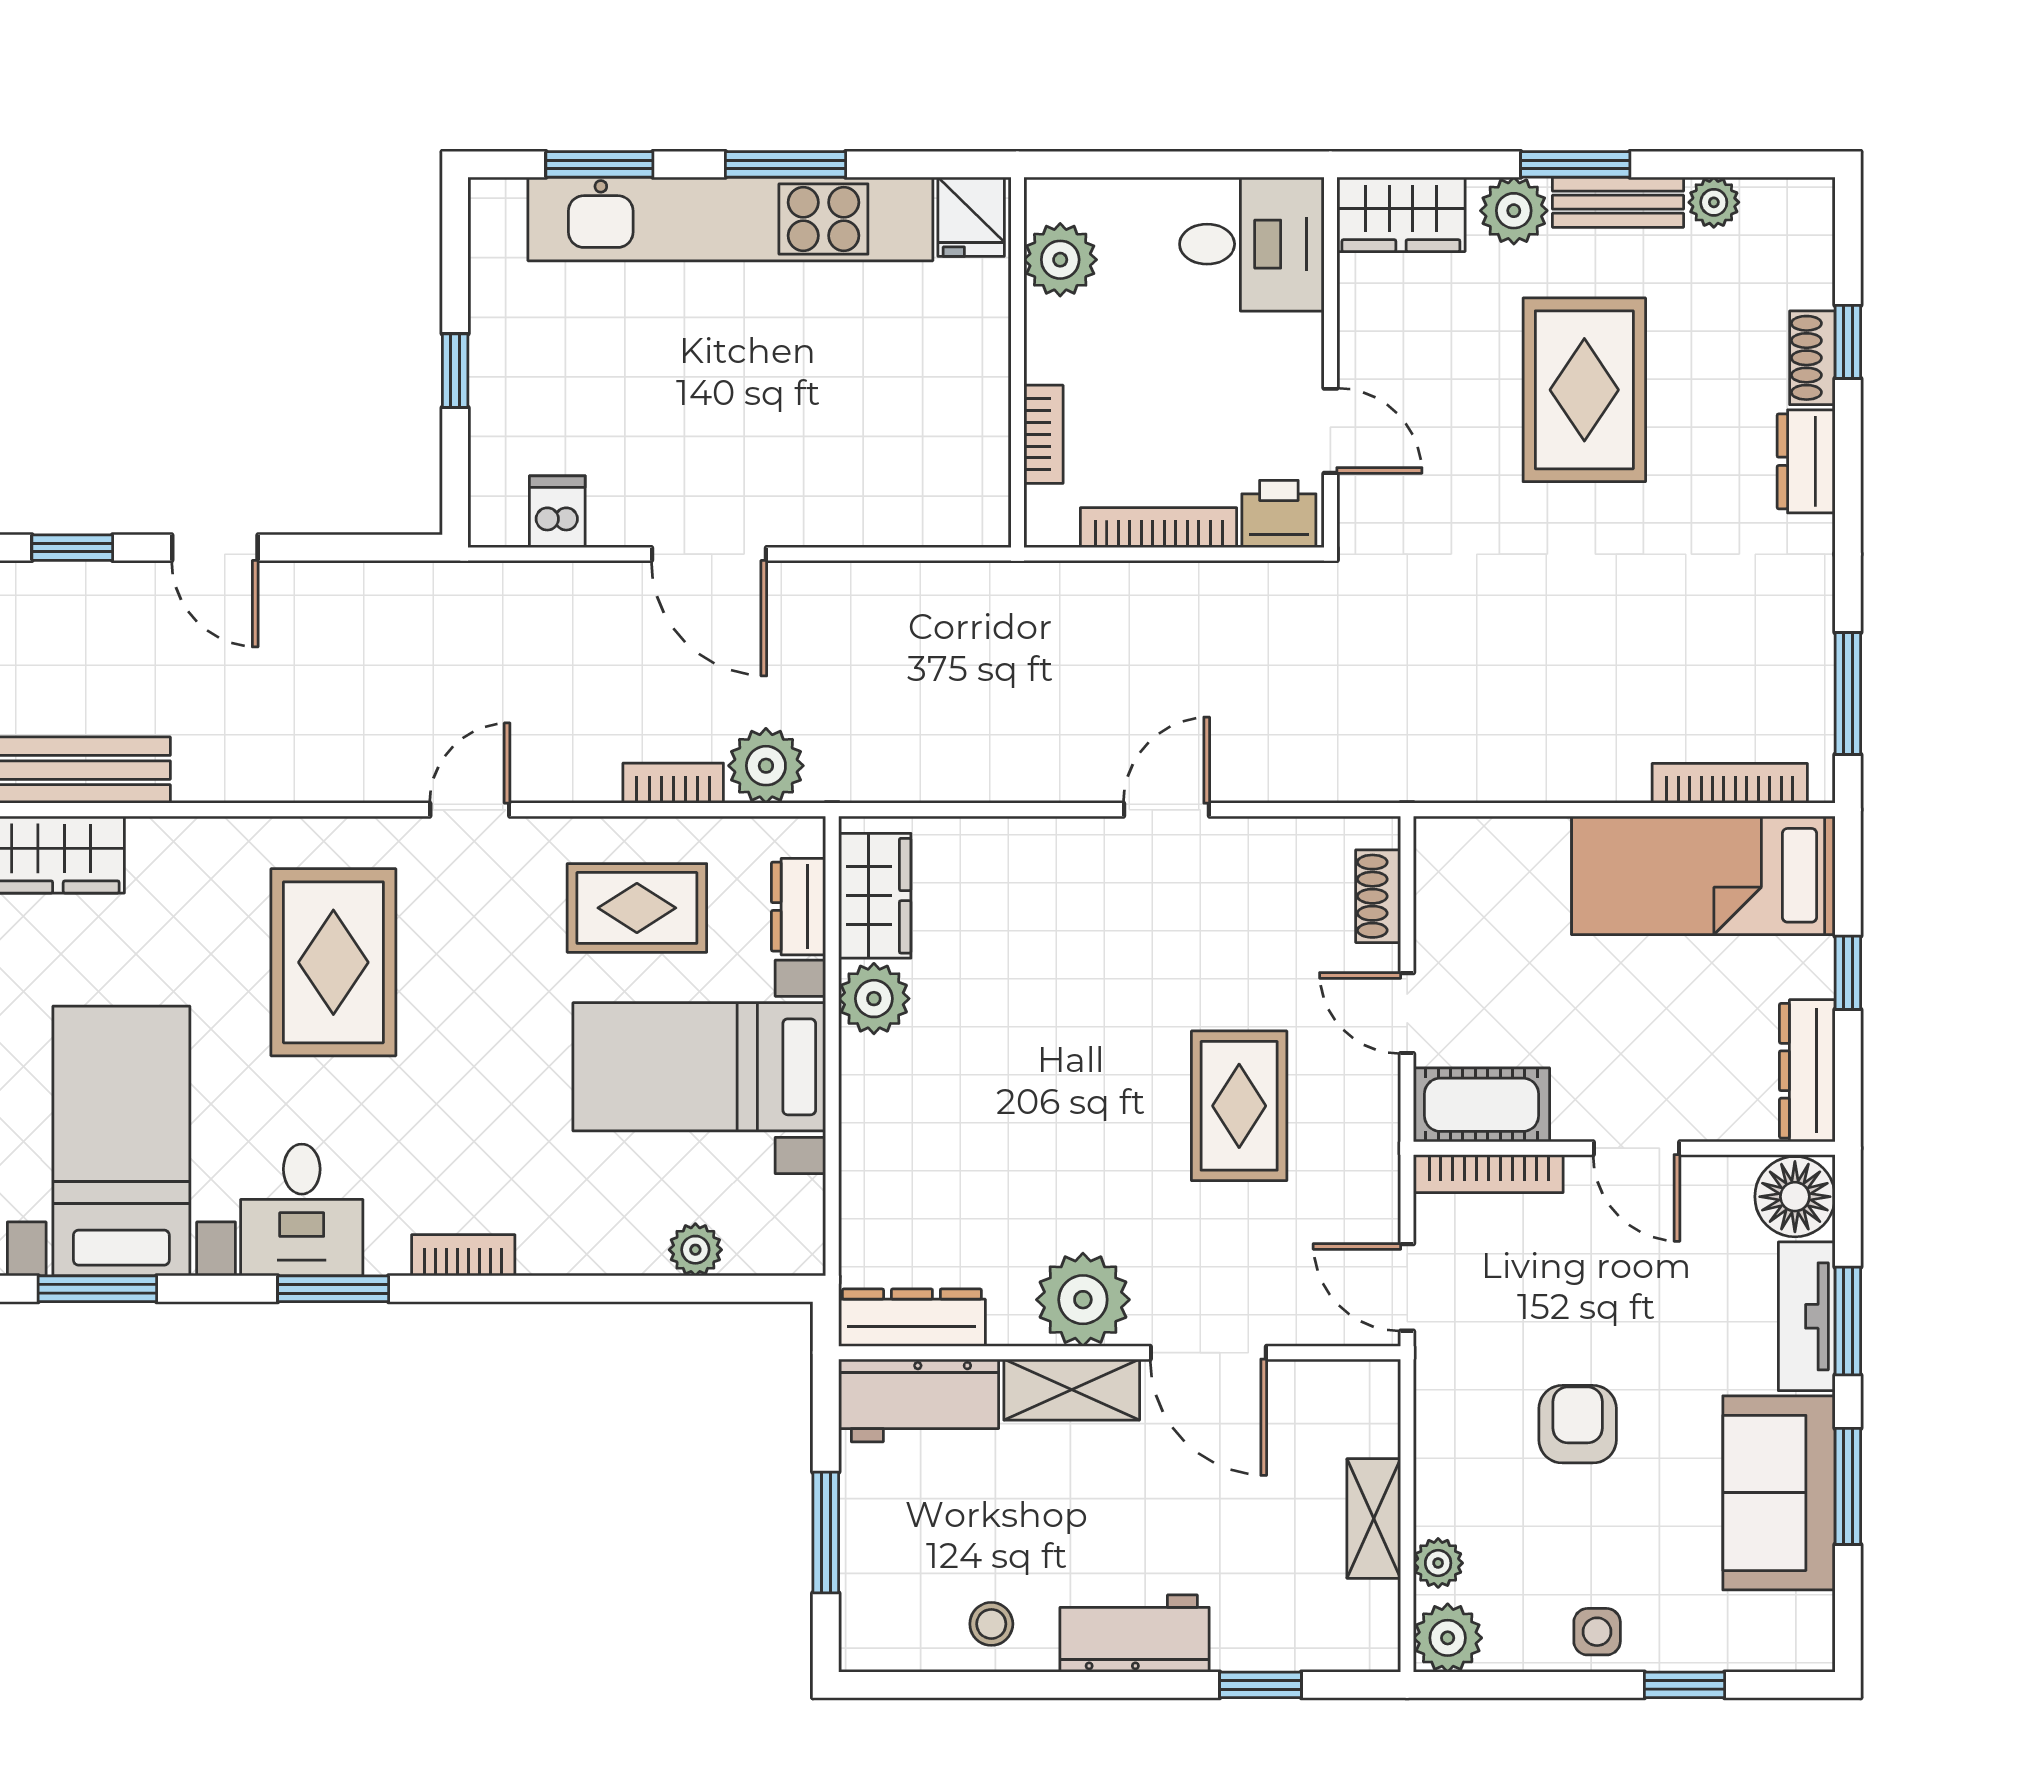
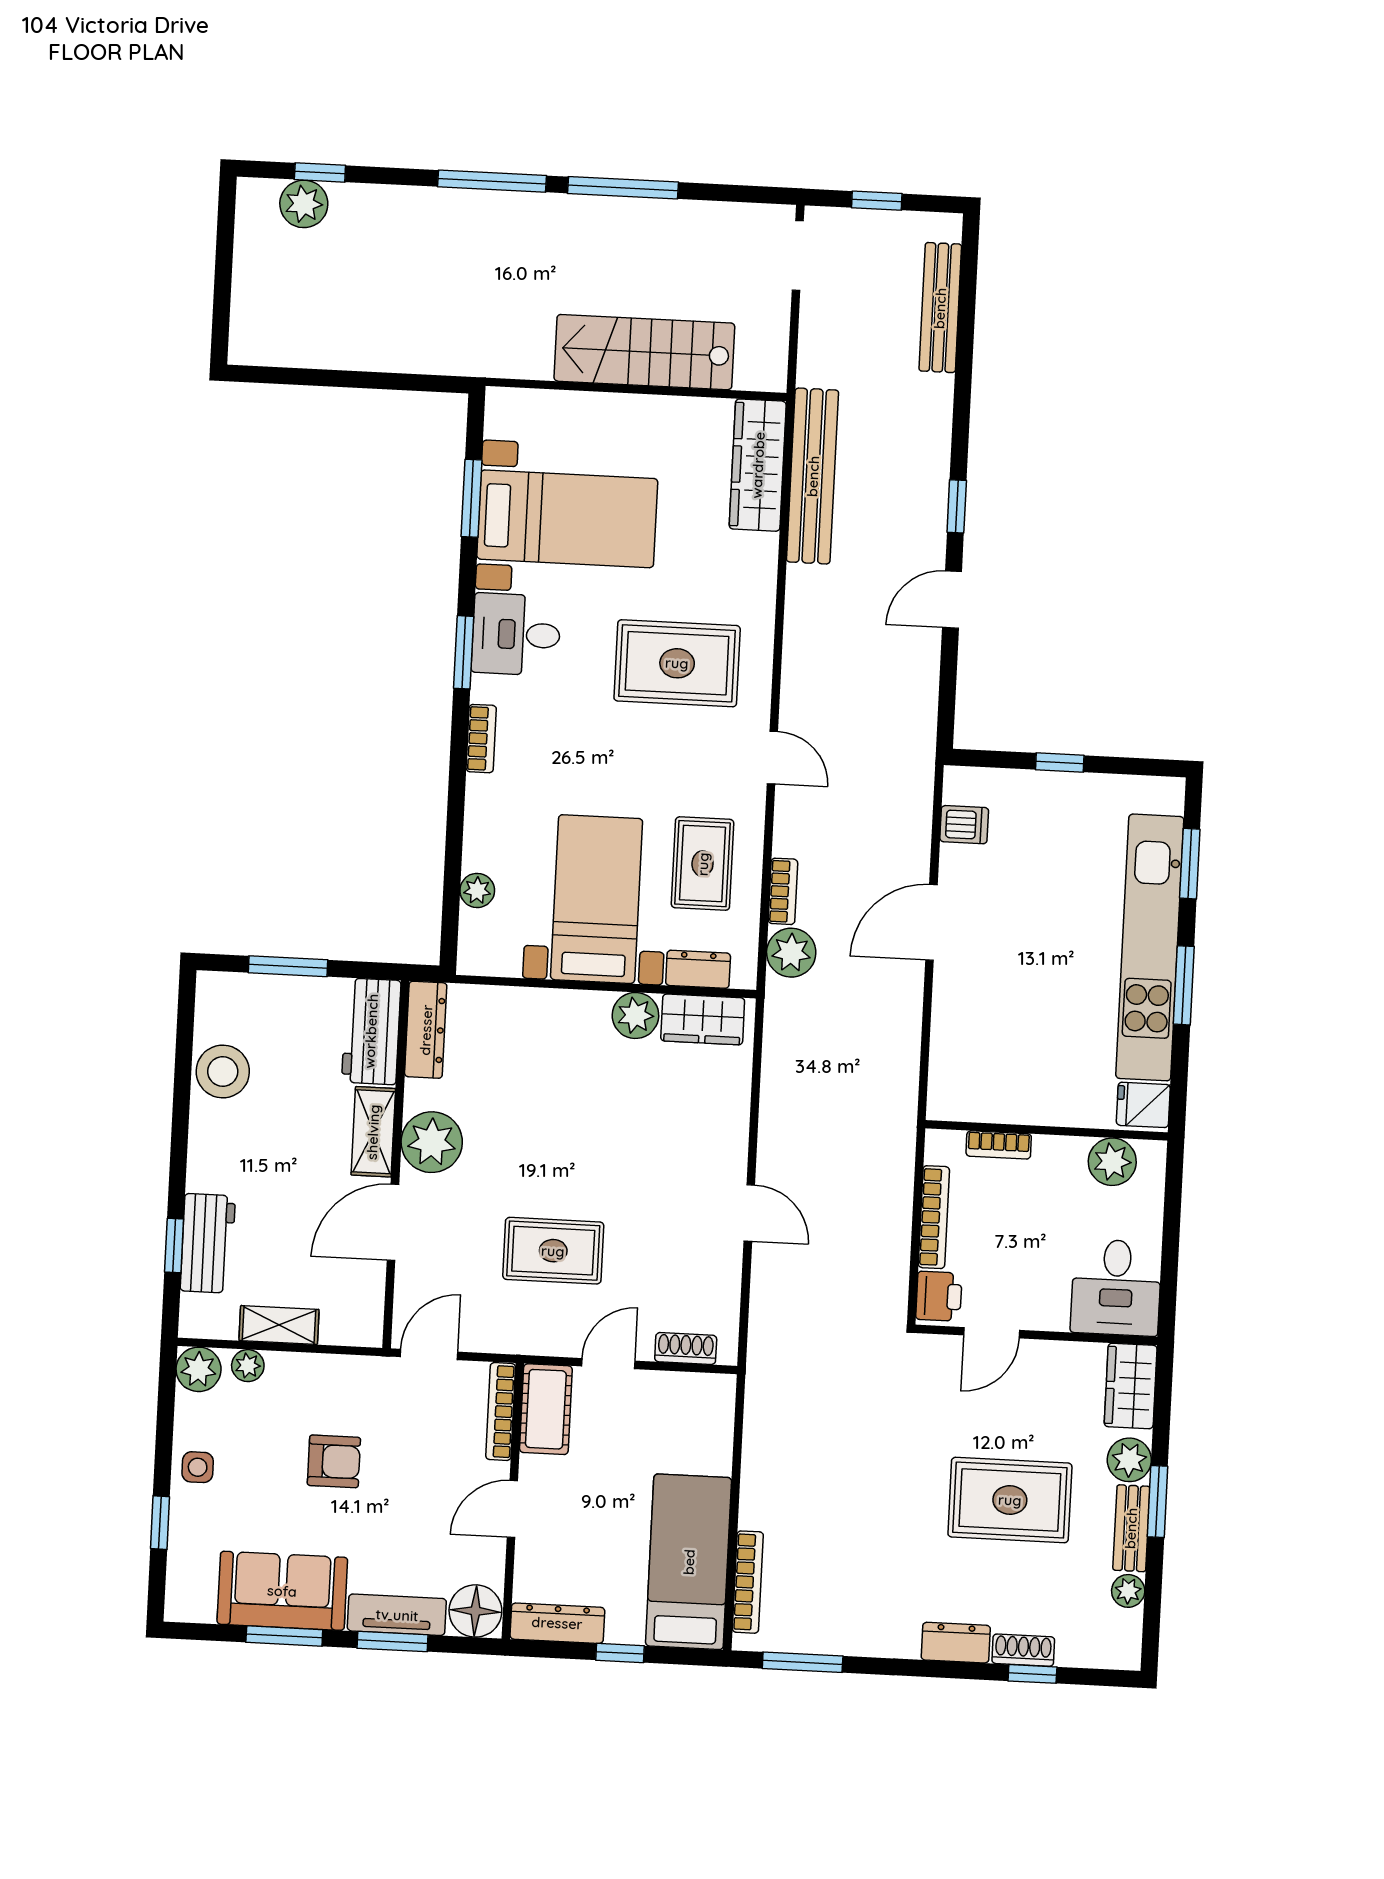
stool: (991, 1624) -> (223, 1071), width x1.89, depth x1.89
workbench: (1135, 1634) -> (208, 1243), moved

